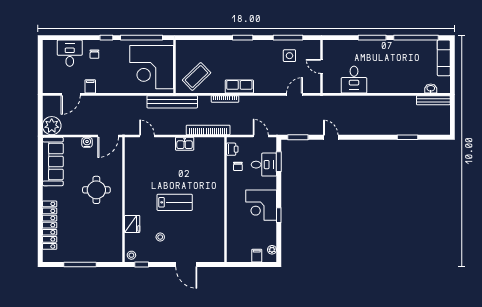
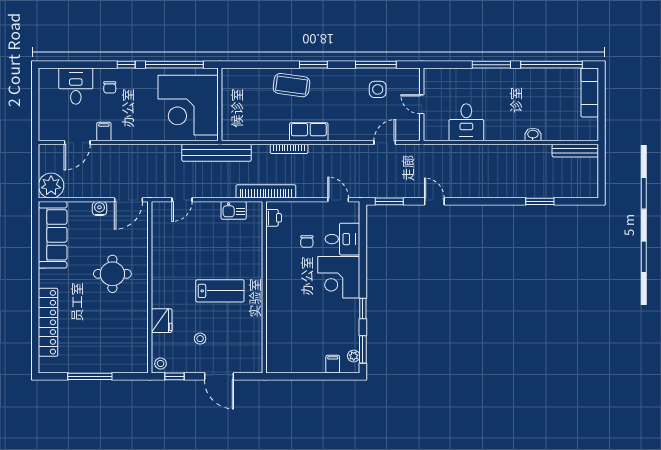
coffee table: (197, 76) -> (291, 85), moved, turned 52
washbasin: (431, 89) -> (533, 135), moved
door: (147, 136) -> (182, 200), swing flipped
printer: (232, 149) -> (274, 218), moved
window: (279, 162) -> (363, 349), moved
wall: (225, 200) -> (264, 287), moved
corner desk: (261, 205) -> (339, 277), moved
door: (186, 265) -> (219, 376), moved

